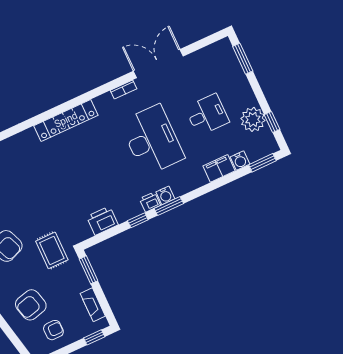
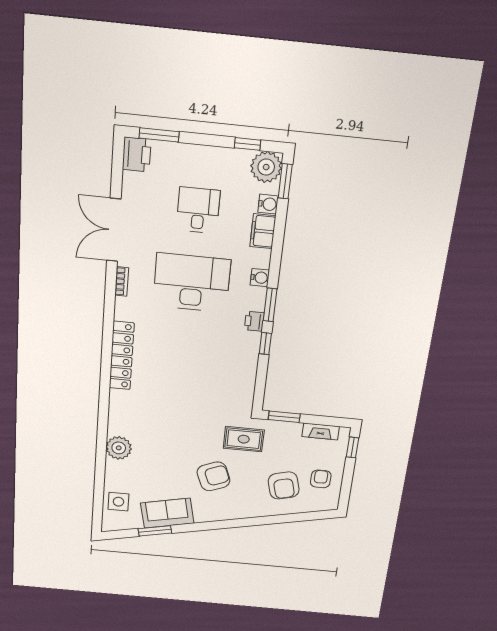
plant: (253, 119) -> (266, 167), moved
water cooler: (165, 195) -> (260, 278), moved
printer: (102, 221) -> (137, 154), moved, turned 180

